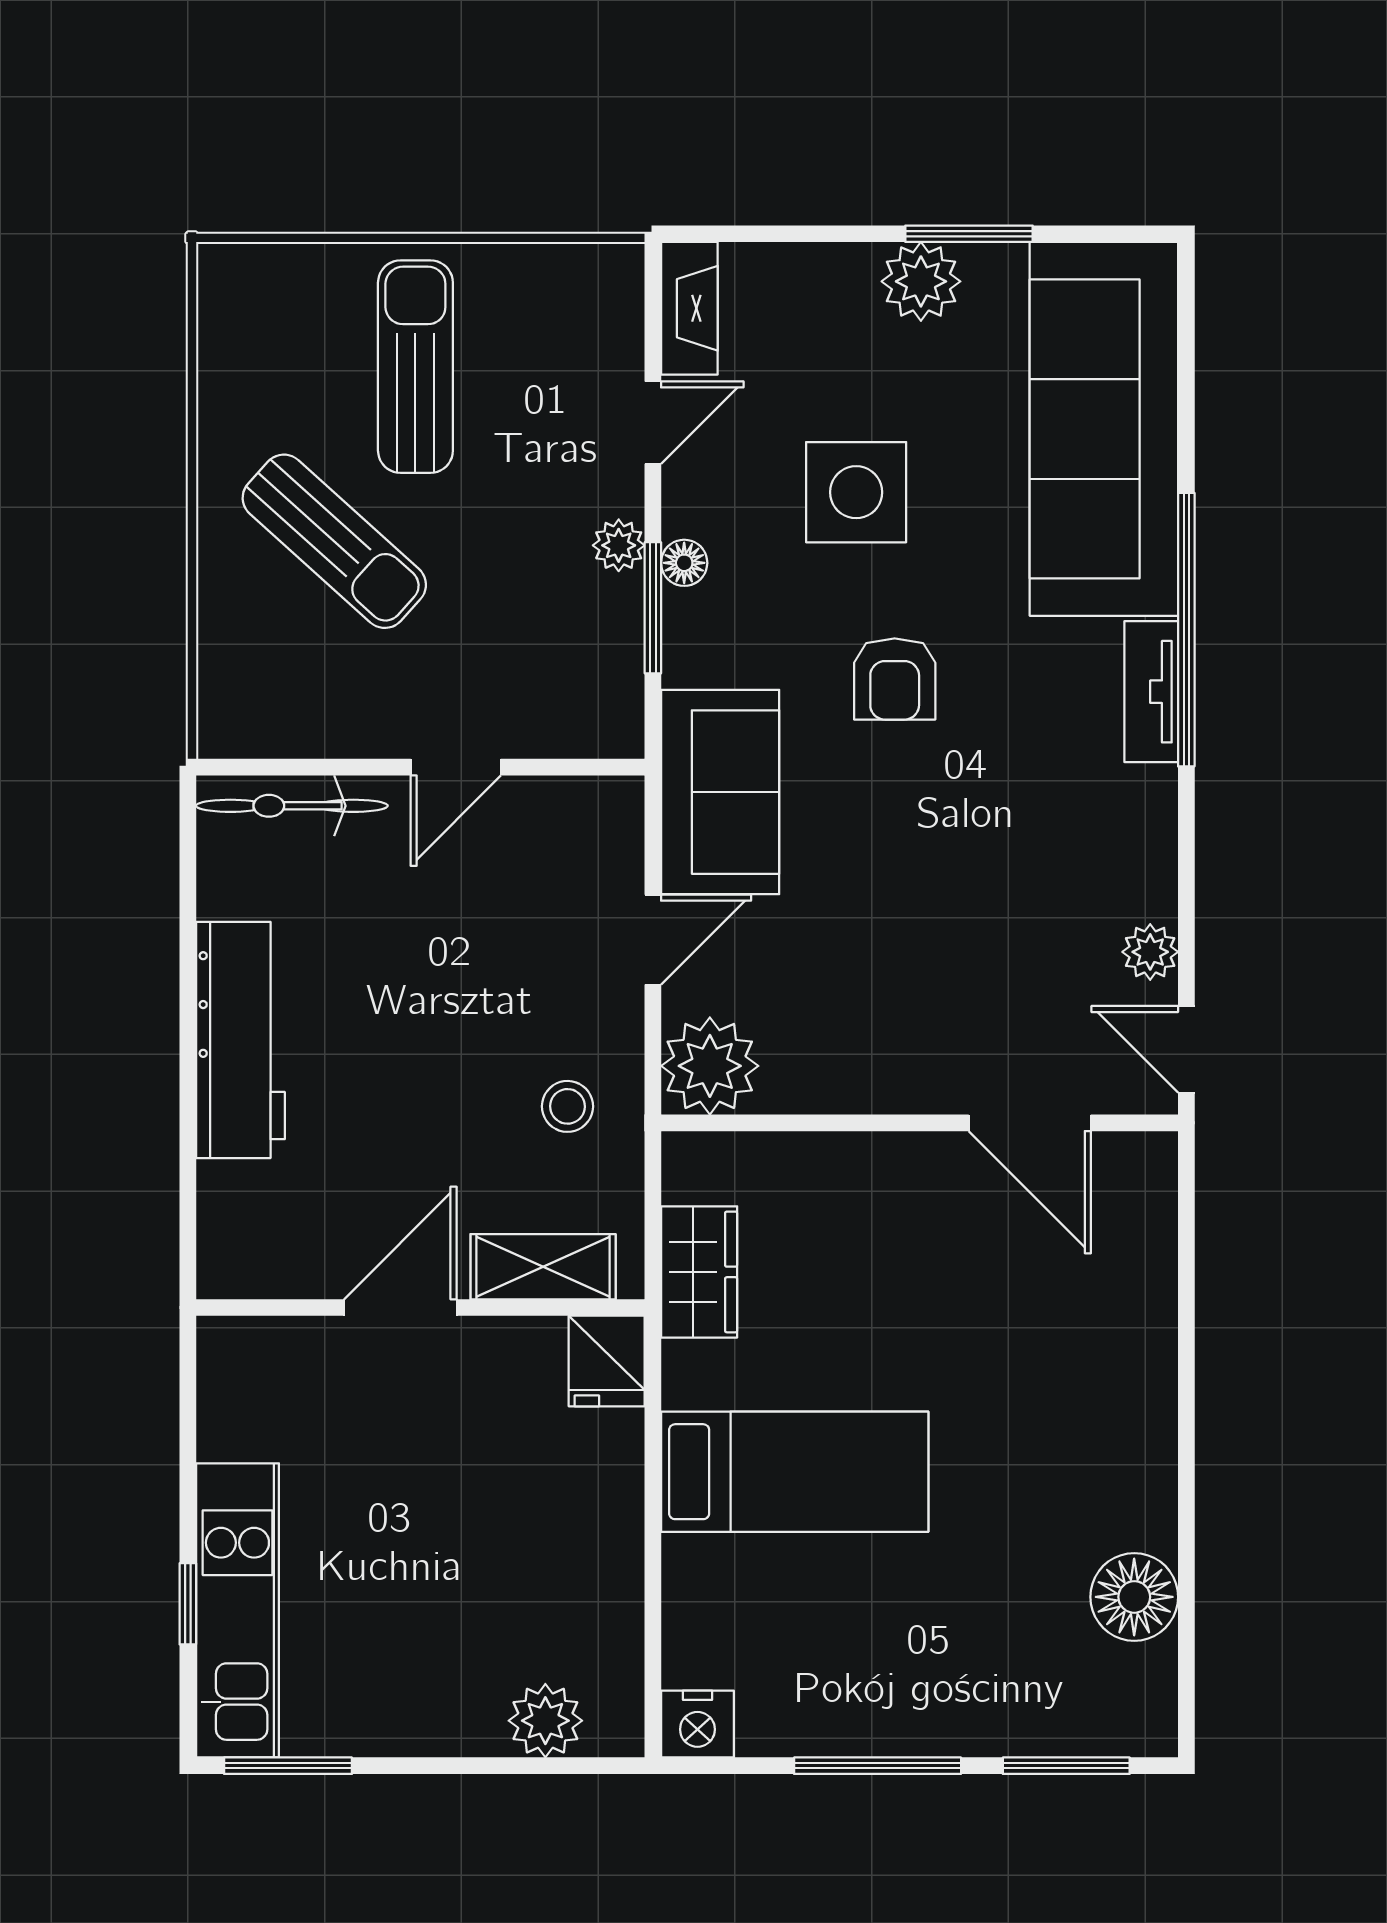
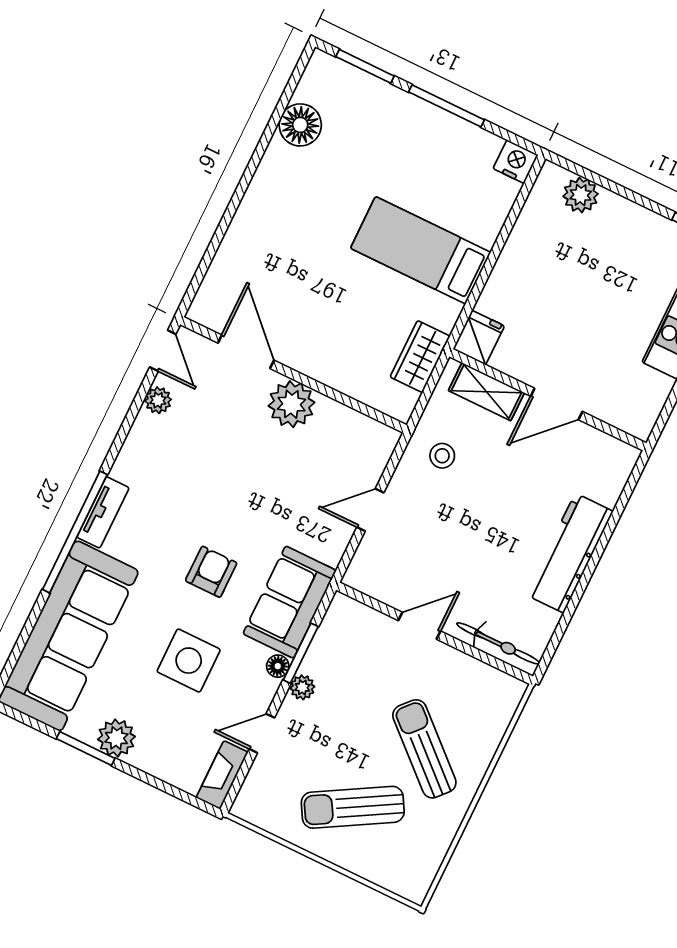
sun lounger: (415, 367) -> (353, 807), turned 60
sofa: (720, 792) -> (290, 602), moved
plant: (710, 1066) -> (291, 404), moved

